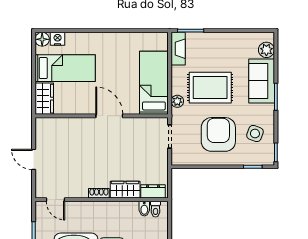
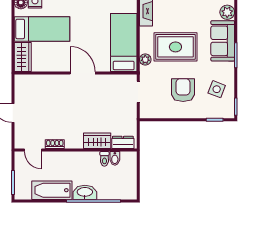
armchair: (218, 134) -> (183, 90), width x0.73, depth x0.73
shoe rack: (99, 193) -> (55, 144), moved
toilet: (156, 209) -> (104, 159), moved

